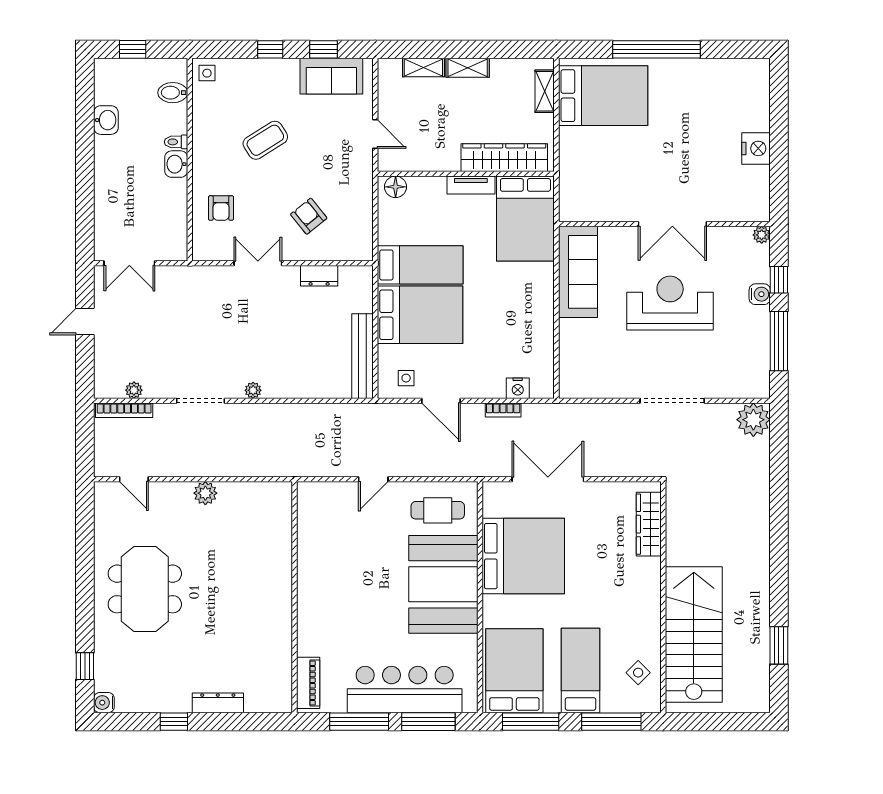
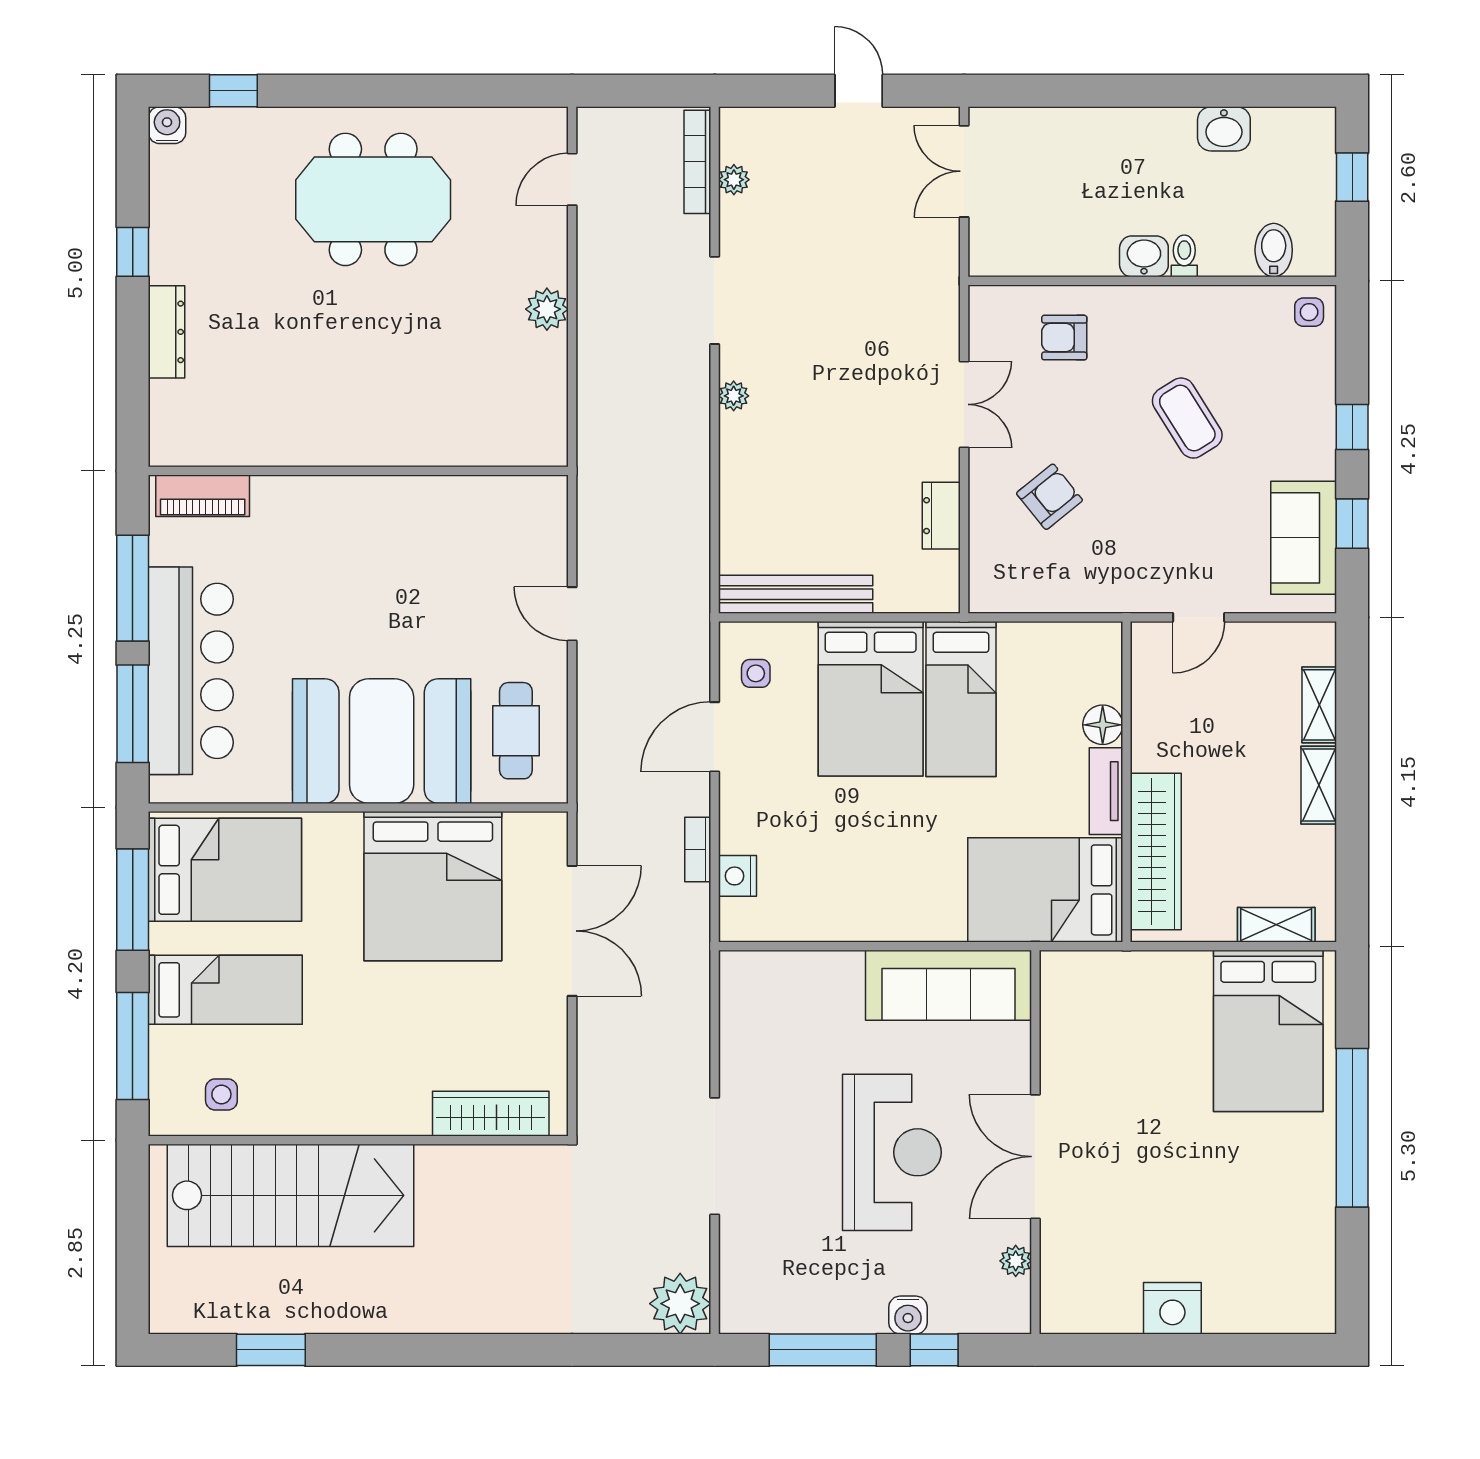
floor lamp: (396, 187) -> (1103, 725), moved
plant: (762, 235) -> (1016, 1261), moved
side table: (638, 673) -> (221, 1094), turned 45

